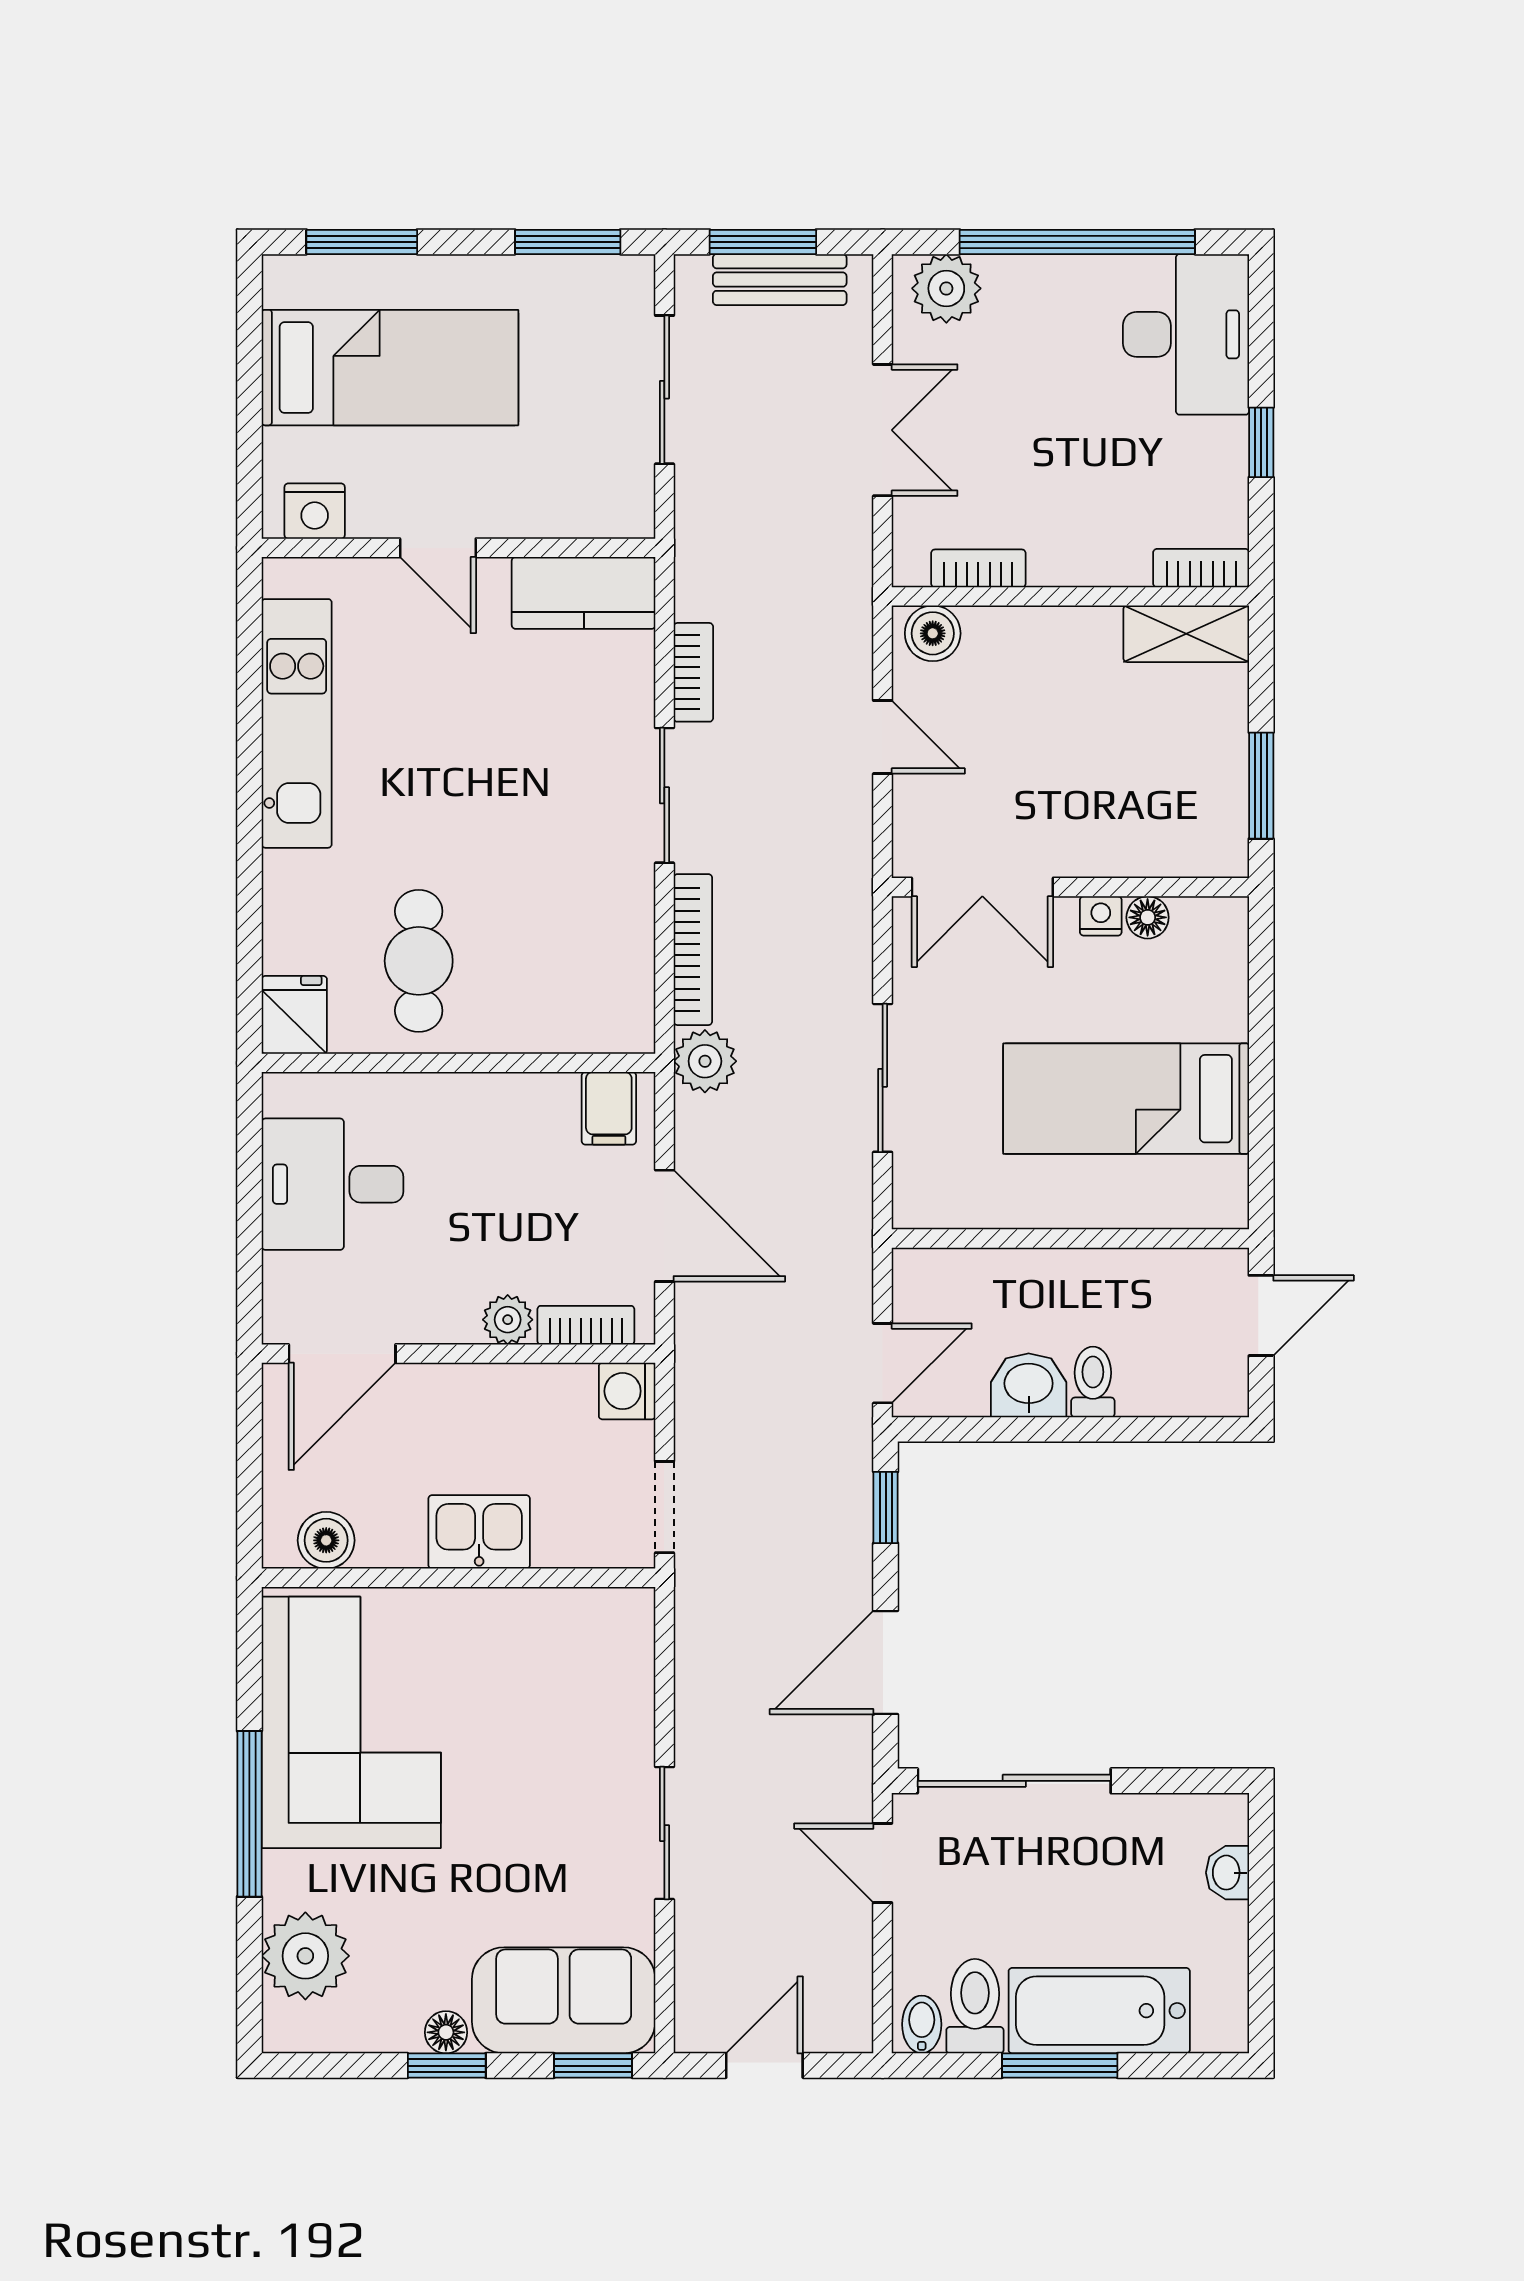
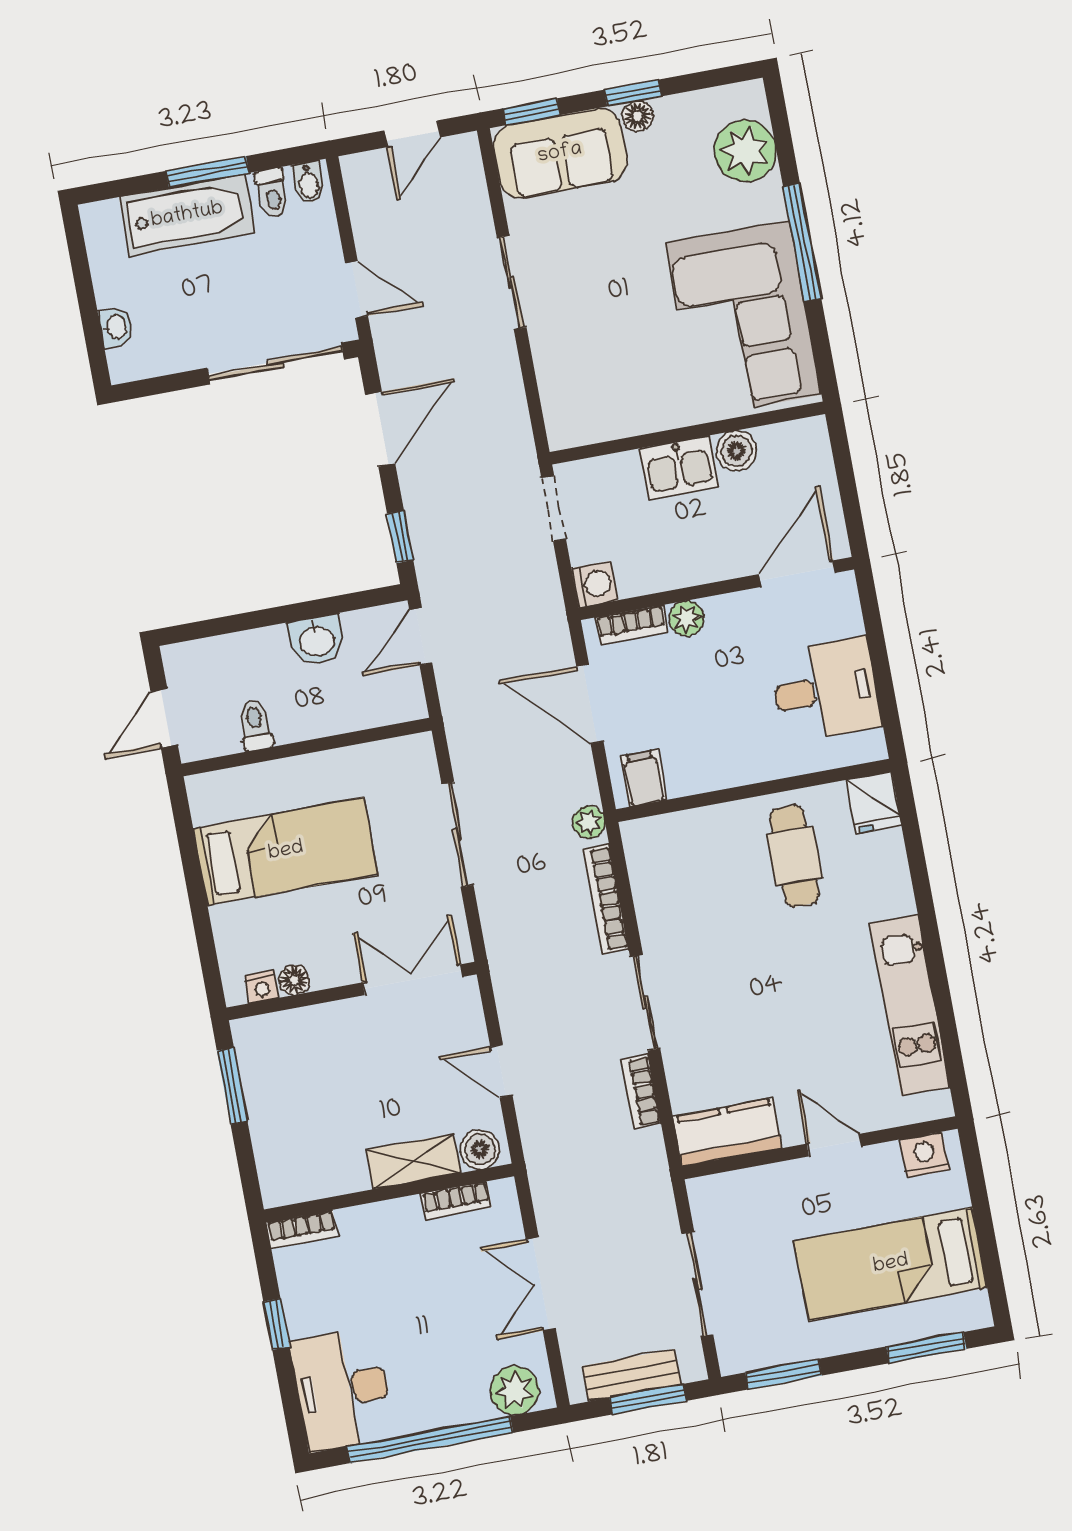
shelving: (1186, 634) -> (413, 1161), moved
nightstand: (1101, 916) -> (262, 987), moved
plant: (705, 1061) -> (589, 822), width x0.73, depth x0.73
toilet: (1093, 1382) -> (255, 725), moved, turned 180
boiler: (326, 1540) -> (736, 451), moved
toilet: (975, 2006) -> (272, 193), width x0.73, depth x0.72

